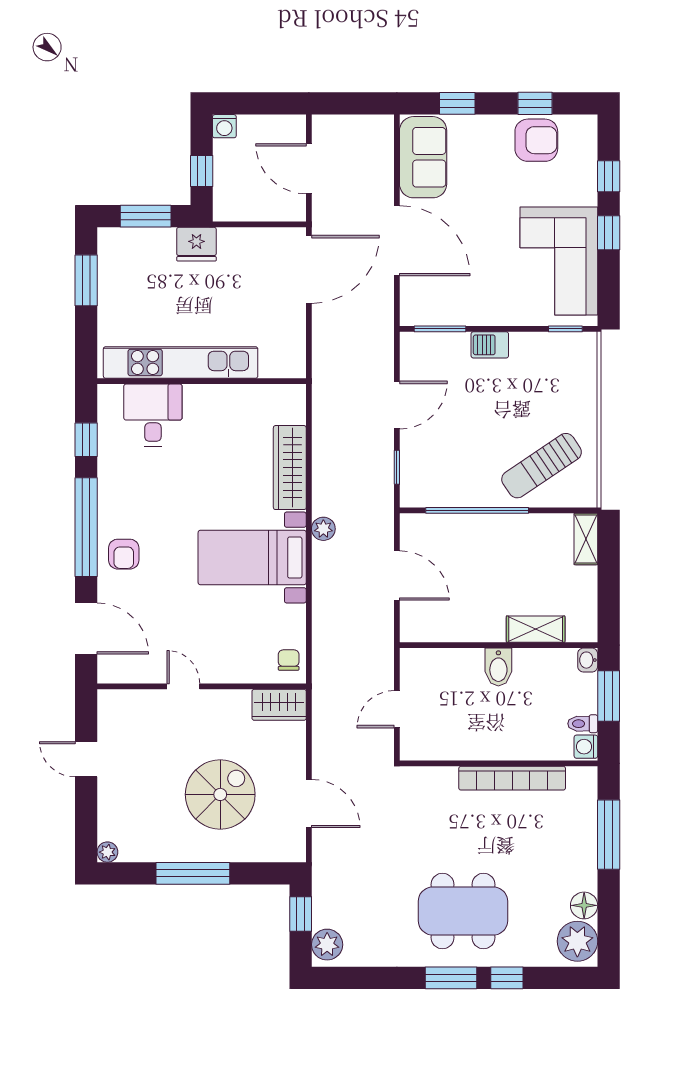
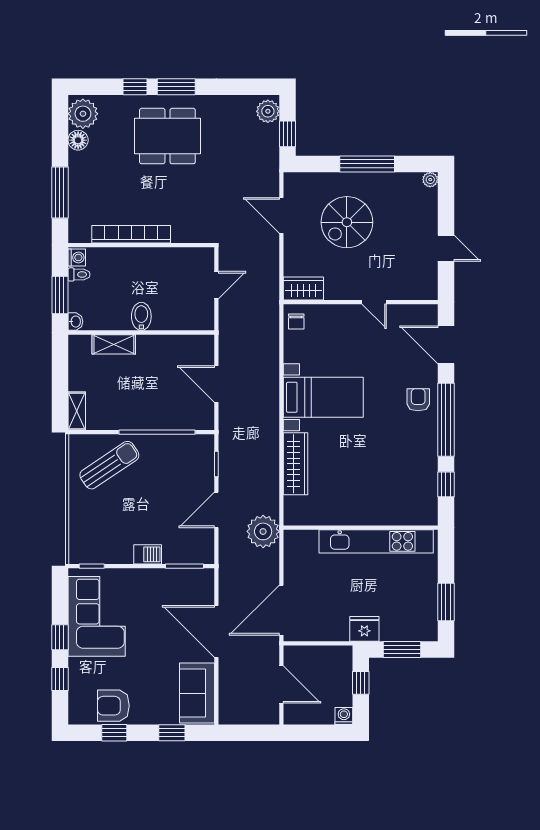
desk: (153, 415) -> (397, 502), removed
plant: (323, 529) -> (263, 531), moved, width x1.88, depth x1.88

